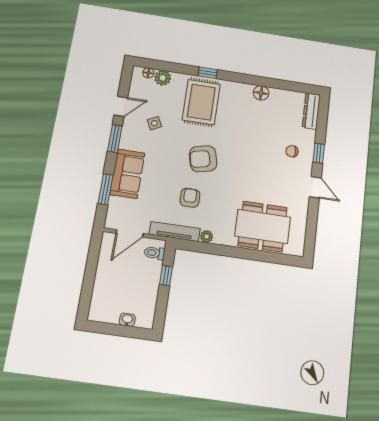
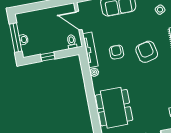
armchair: (190, 198) -> (116, 52), turned -90
window: (166, 276) -> (48, 57), moved
window: (120, 330) -> (16, 38), added

